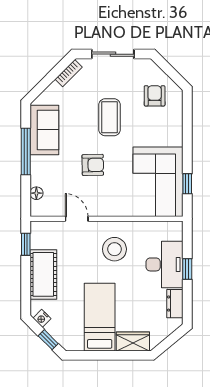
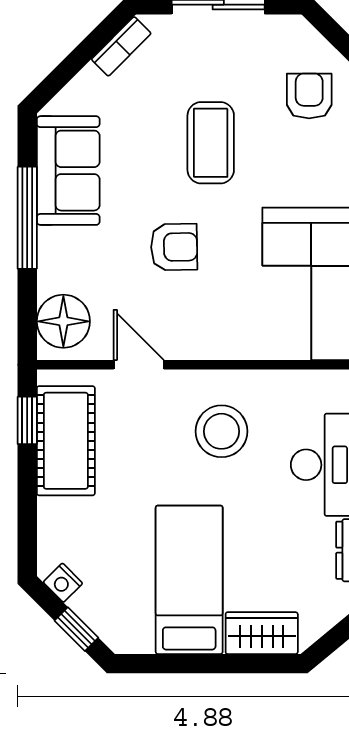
floor lamp: (36, 193) -> (63, 321), width x1.89, depth x1.89
cot: (43, 274) -> (66, 441), moved

